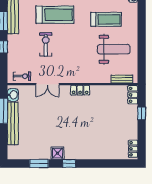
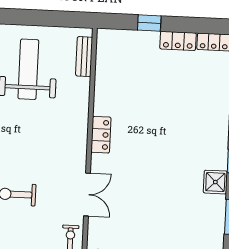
locker: (133, 95) -> (178, 41), moved

